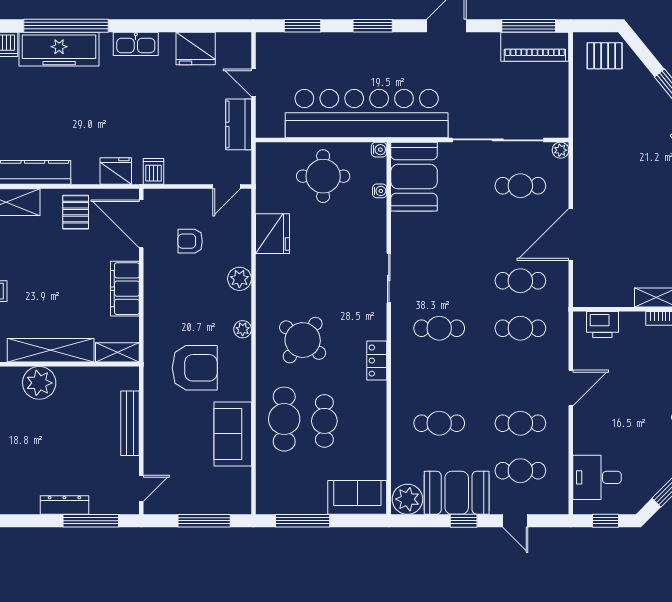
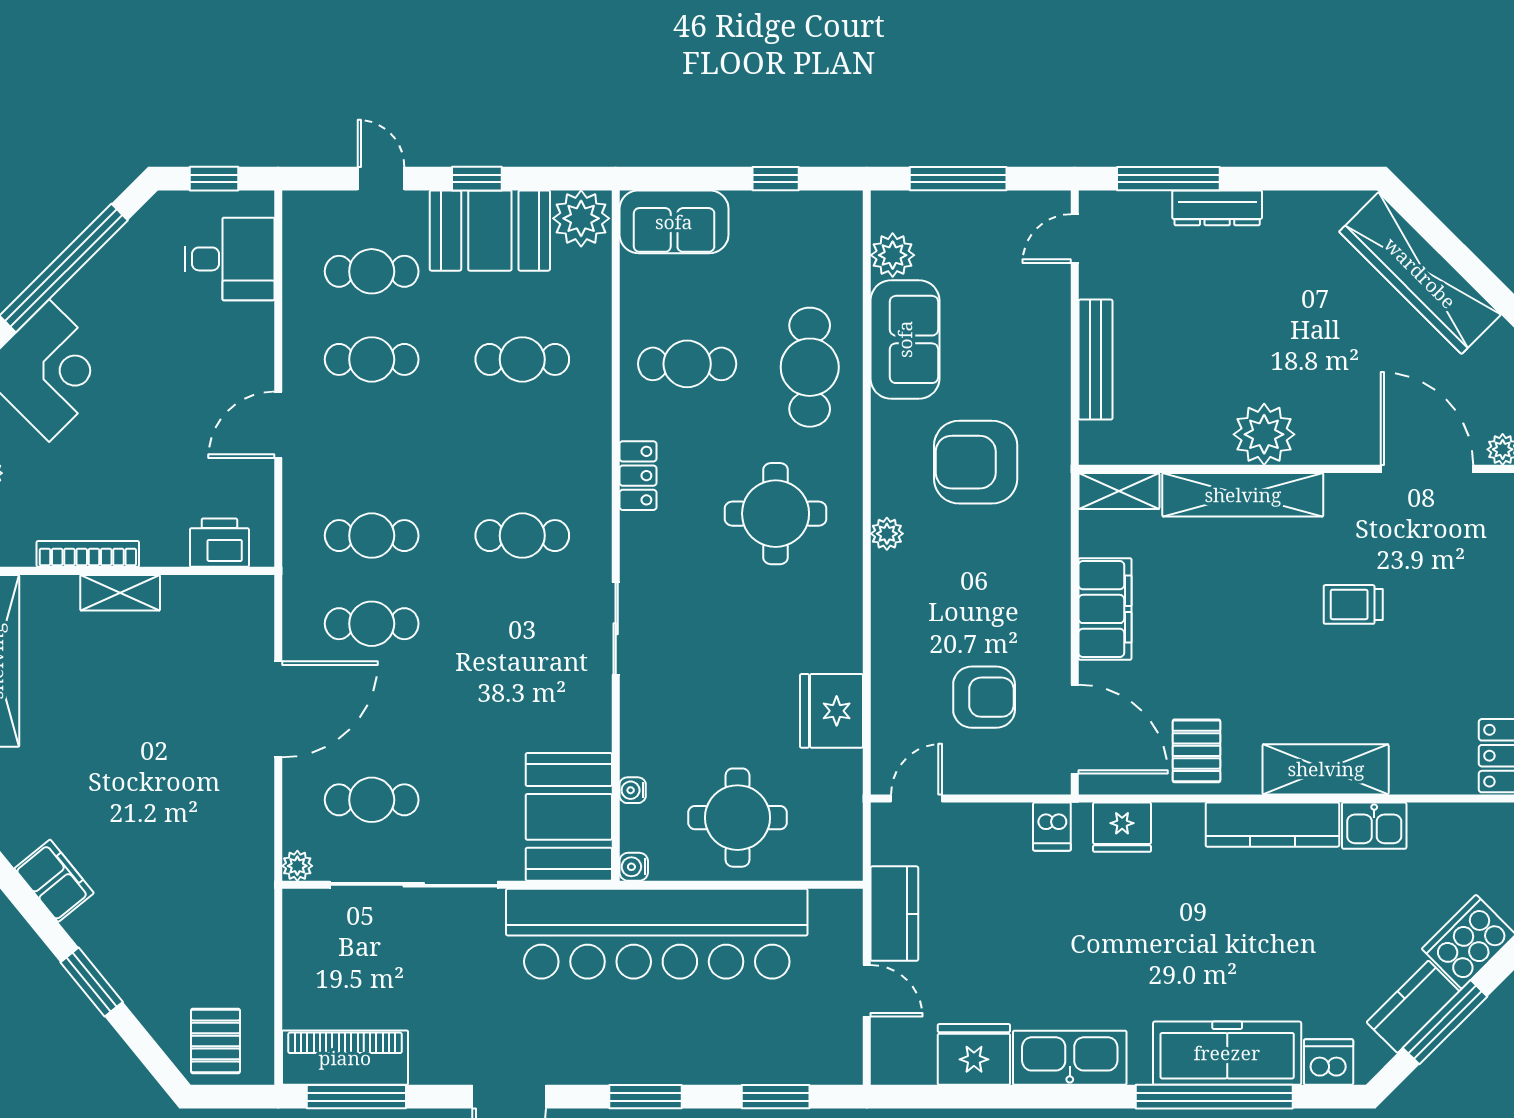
kitchen sink: (136, 44) -> (1070, 1058), width x1.36, depth x1.24
pallet: (605, 56) -> (215, 1041), turned 90
armchair: (190, 241) -> (984, 697), width x1.38, depth x1.38
plant: (239, 279) -> (893, 255), moved
round table: (303, 340) -> (776, 514), turned -38
cafe table: (324, 421) -> (687, 364), moved, turned 90
window: (303, 521) -> (776, 179), width x0.46

